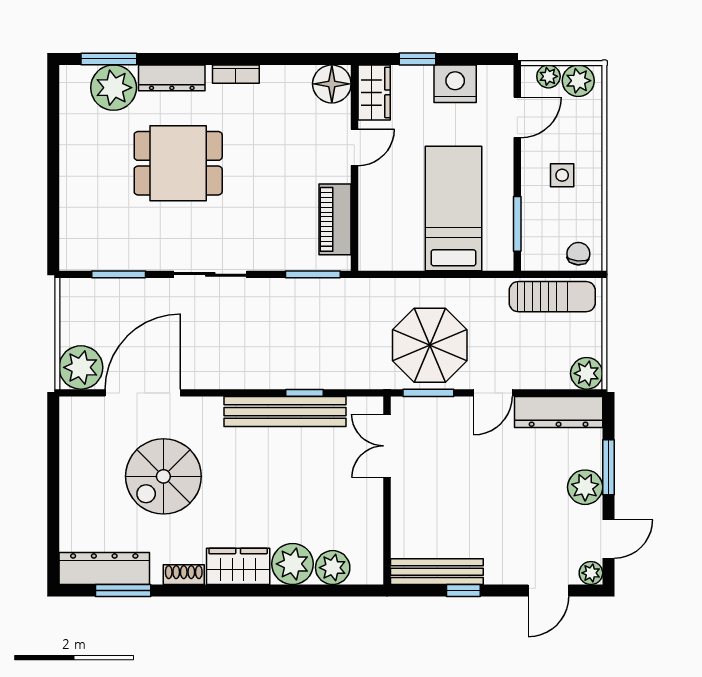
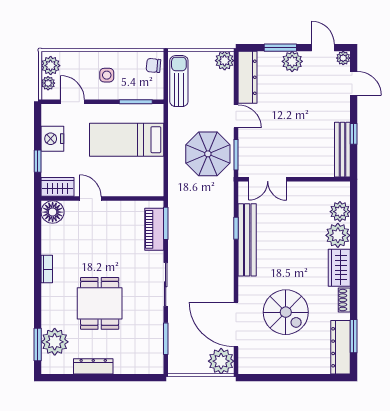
dresser: (172, 78) -> (93, 366), moved, turned -90
piano: (335, 219) -> (154, 229), moved, turned 90

